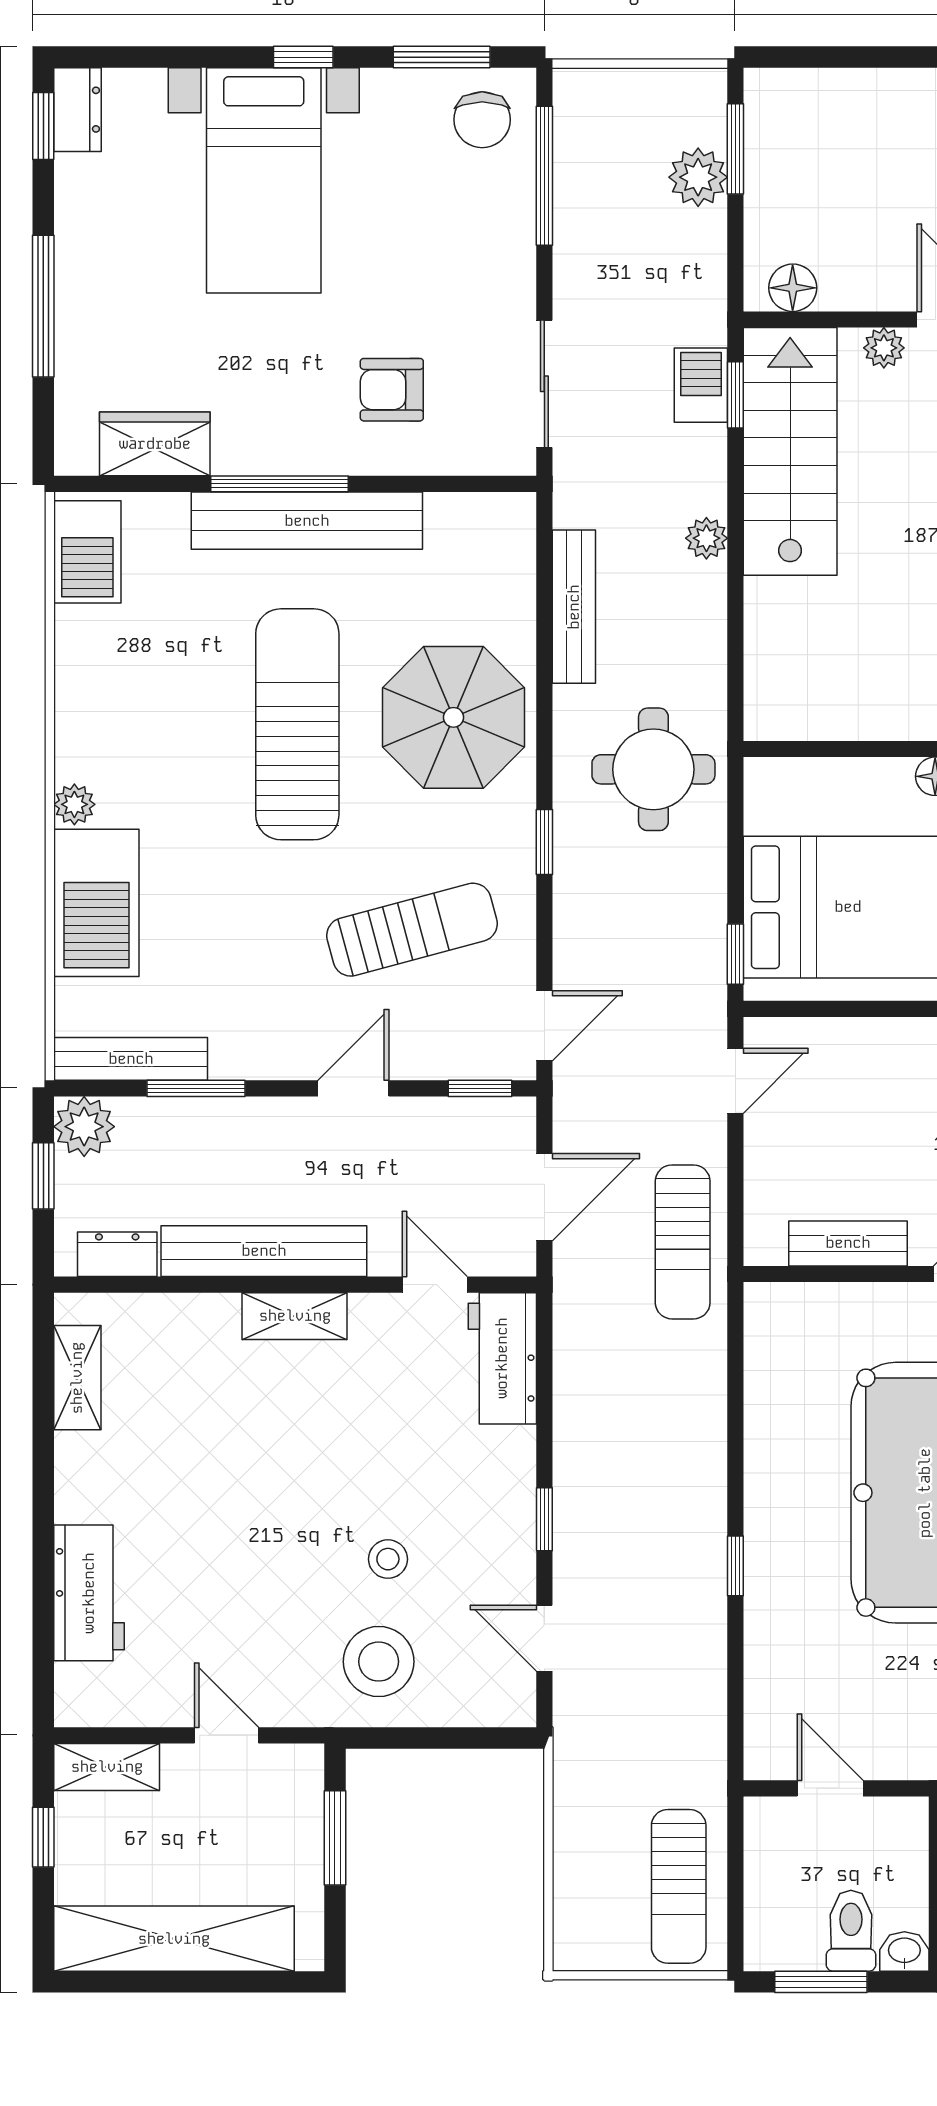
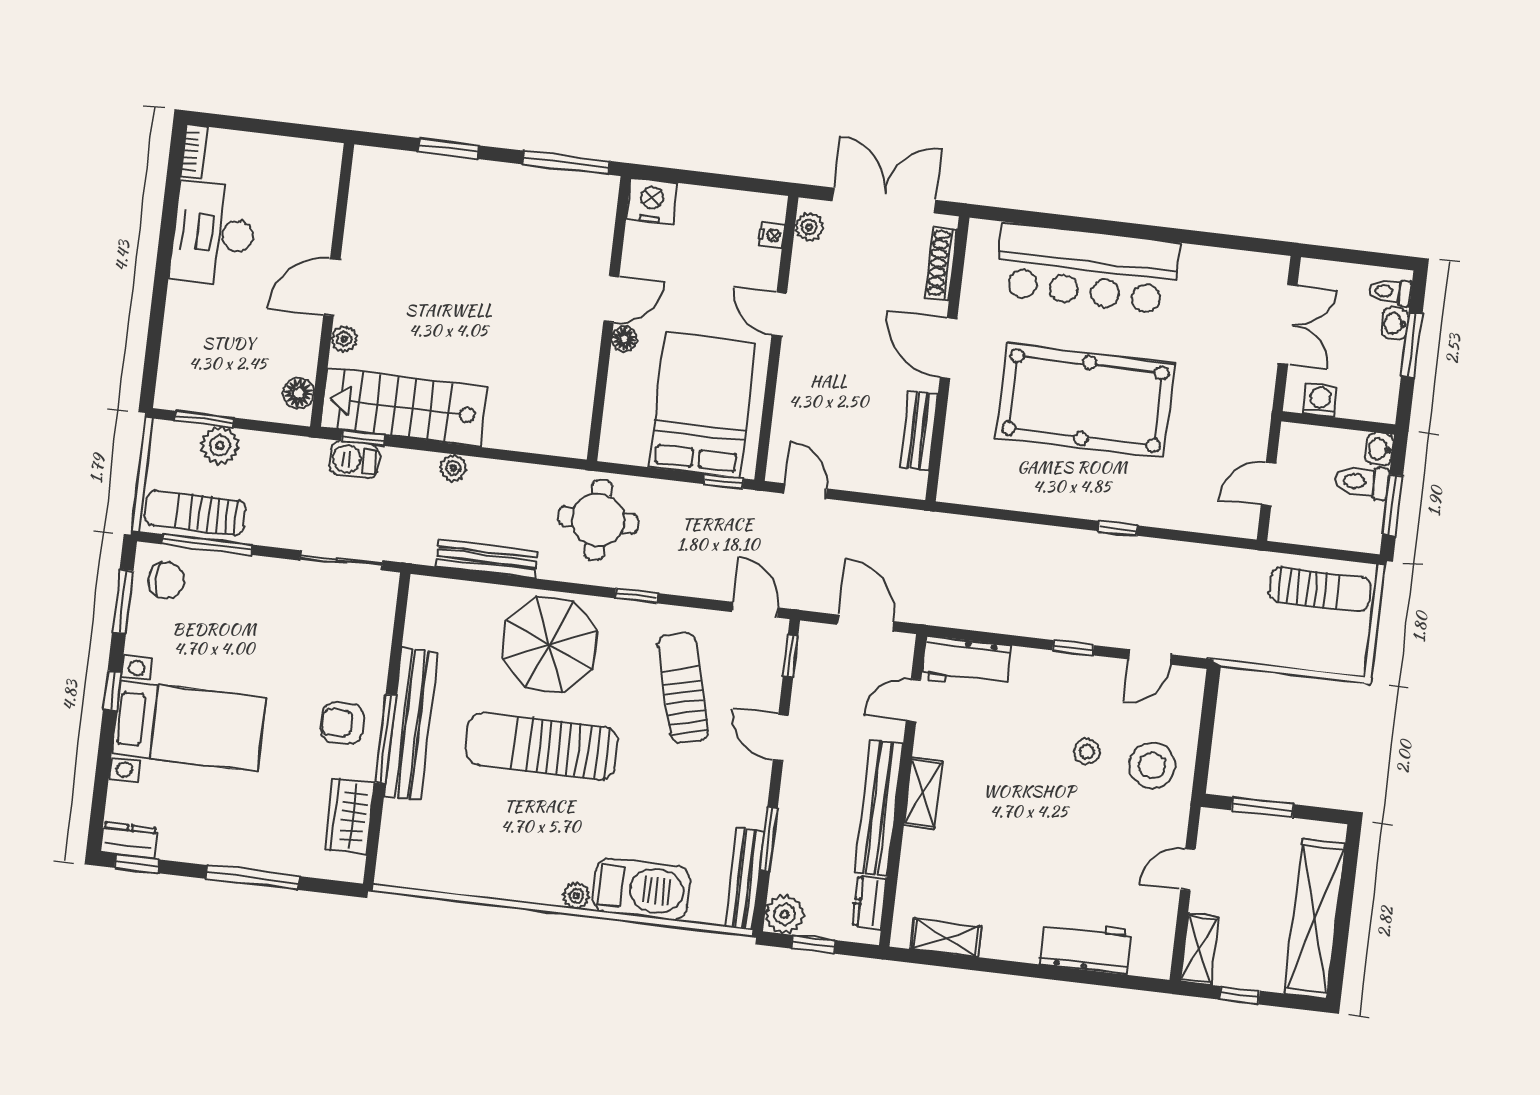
armchair: (392, 390) -> (342, 723), moved, turned 90
barbecue: (87, 552) -> (415, 868), removed
sun lounger: (683, 1242) -> (195, 513), moved, turned 180

